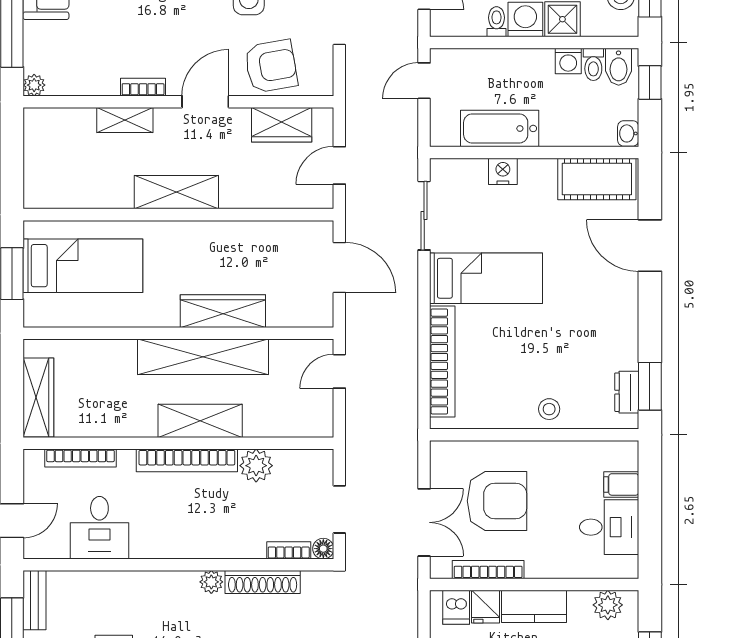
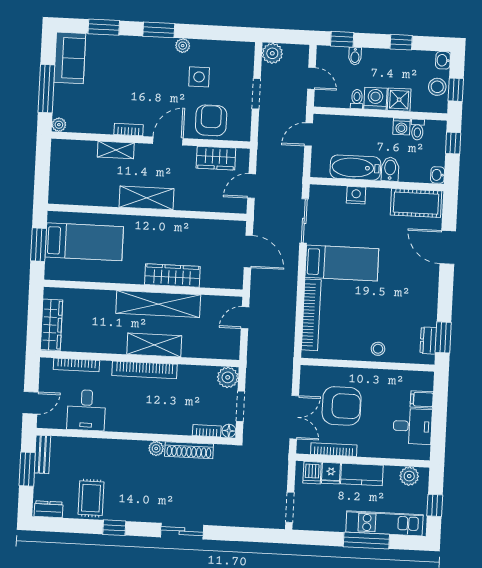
armchair: (271, 66) -> (211, 120), turned -80
bidet: (619, 67) -> (390, 169), moved, turned 180
plant: (256, 466) -> (228, 377), moved

